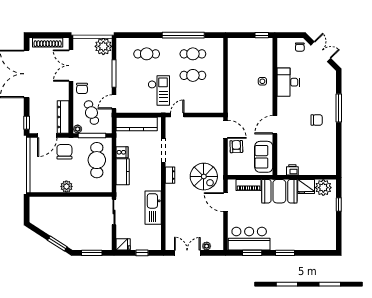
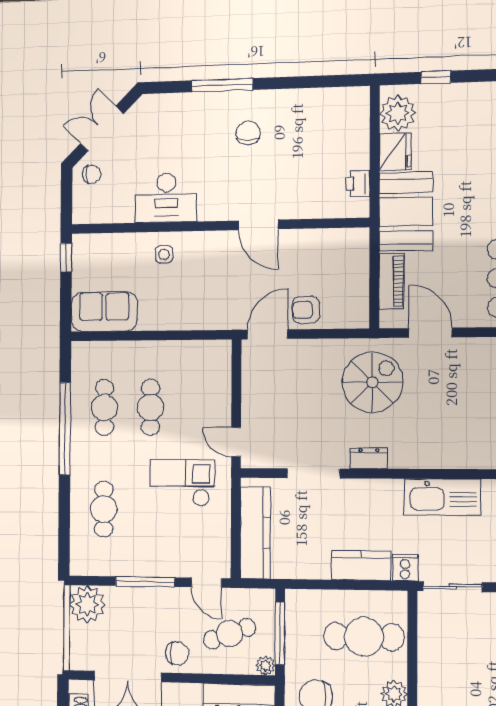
cooker: (122, 152) -> (405, 568), moved
sofa: (264, 157) -> (104, 312), moved, turned 180
cafe table: (97, 160) -> (364, 637), moved
door: (226, 202) -> (430, 333), swing flipped

